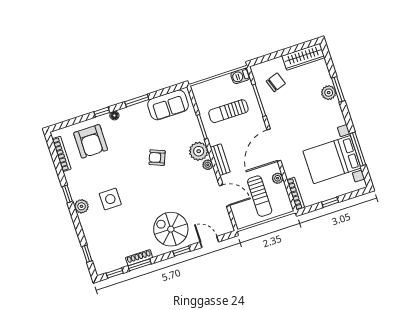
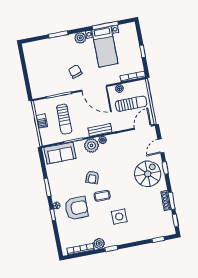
wardrobe: (303, 57) -> (30, 57), removed
barbecue: (240, 76) -> (42, 121), moved
chair: (276, 82) -> (75, 71), moved
plant: (329, 93) -> (80, 38), moved
sofa: (168, 105) -> (60, 153), moved, turned 90
armchair: (91, 141) -> (76, 208), moved
bed with nightstands: (332, 160) -> (105, 47), width x0.73
coffee table: (135, 173) -> (102, 196), added
door: (225, 196) -> (143, 127), moved
plant: (82, 206) -> (99, 243), moved
spiral stairs: (171, 229) -> (148, 174), turned 180

